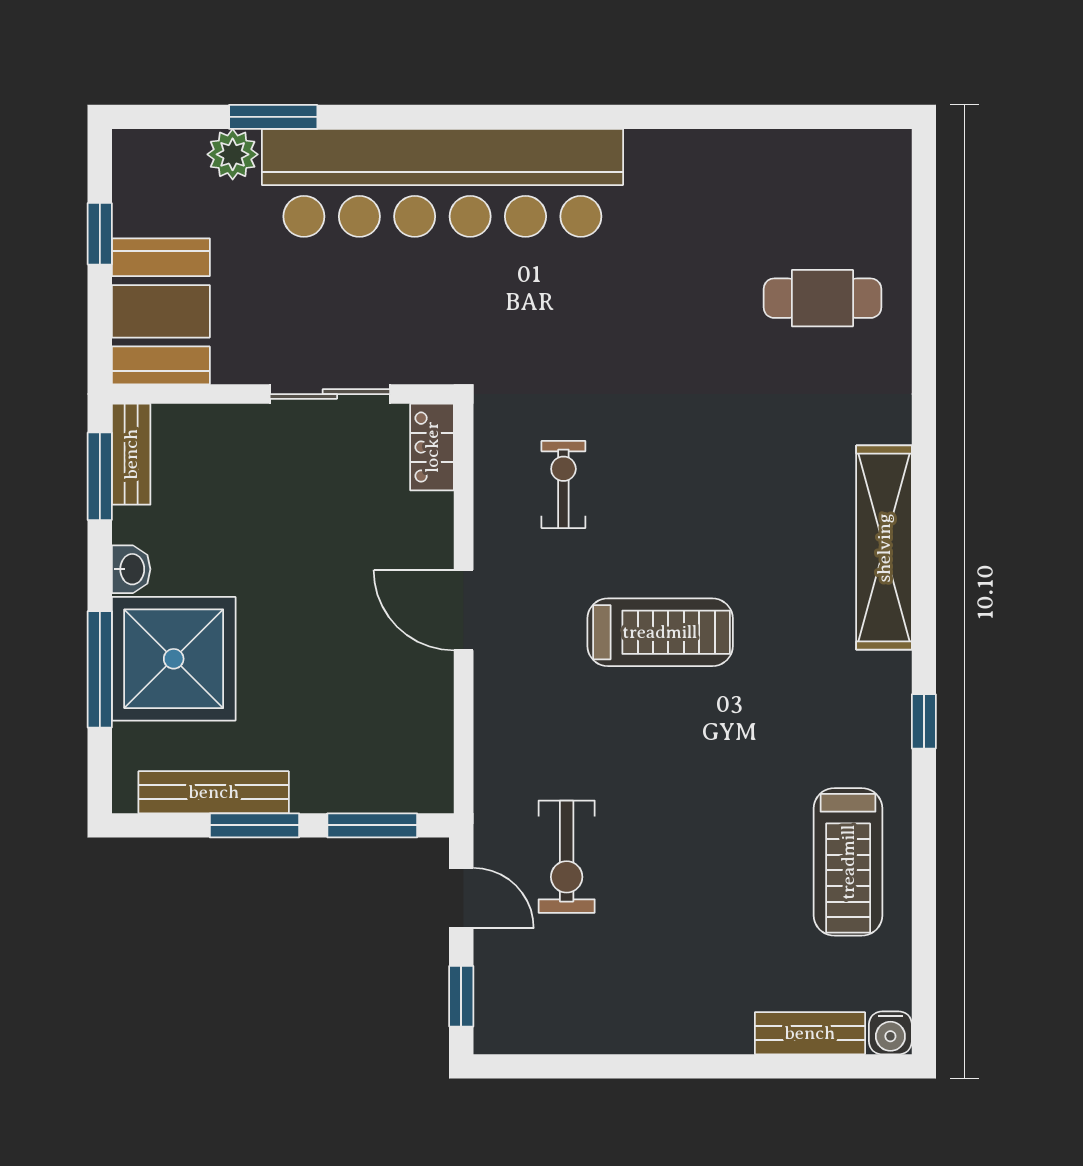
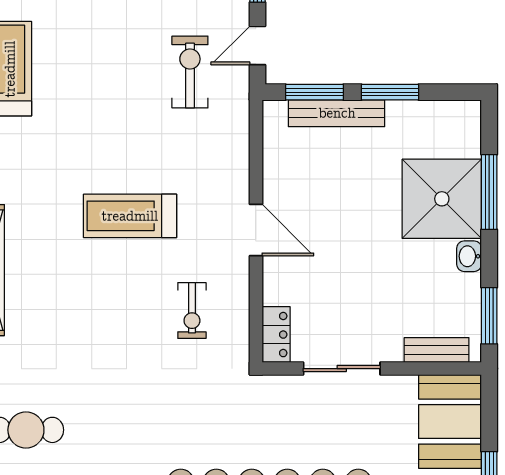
bench: (131, 454) -> (437, 350), moved, turned 90
bench: (214, 792) -> (337, 113), moved
door: (461, 898) -> (257, 45), hinge flipped

